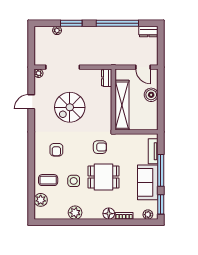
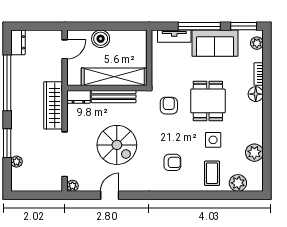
wardrobe: (100, 58) -> (53, 105), added
door: (31, 102) -> (110, 195), swing flipped
bench: (107, 105) -> (114, 97), added
plant: (75, 213) -> (254, 153), moved

